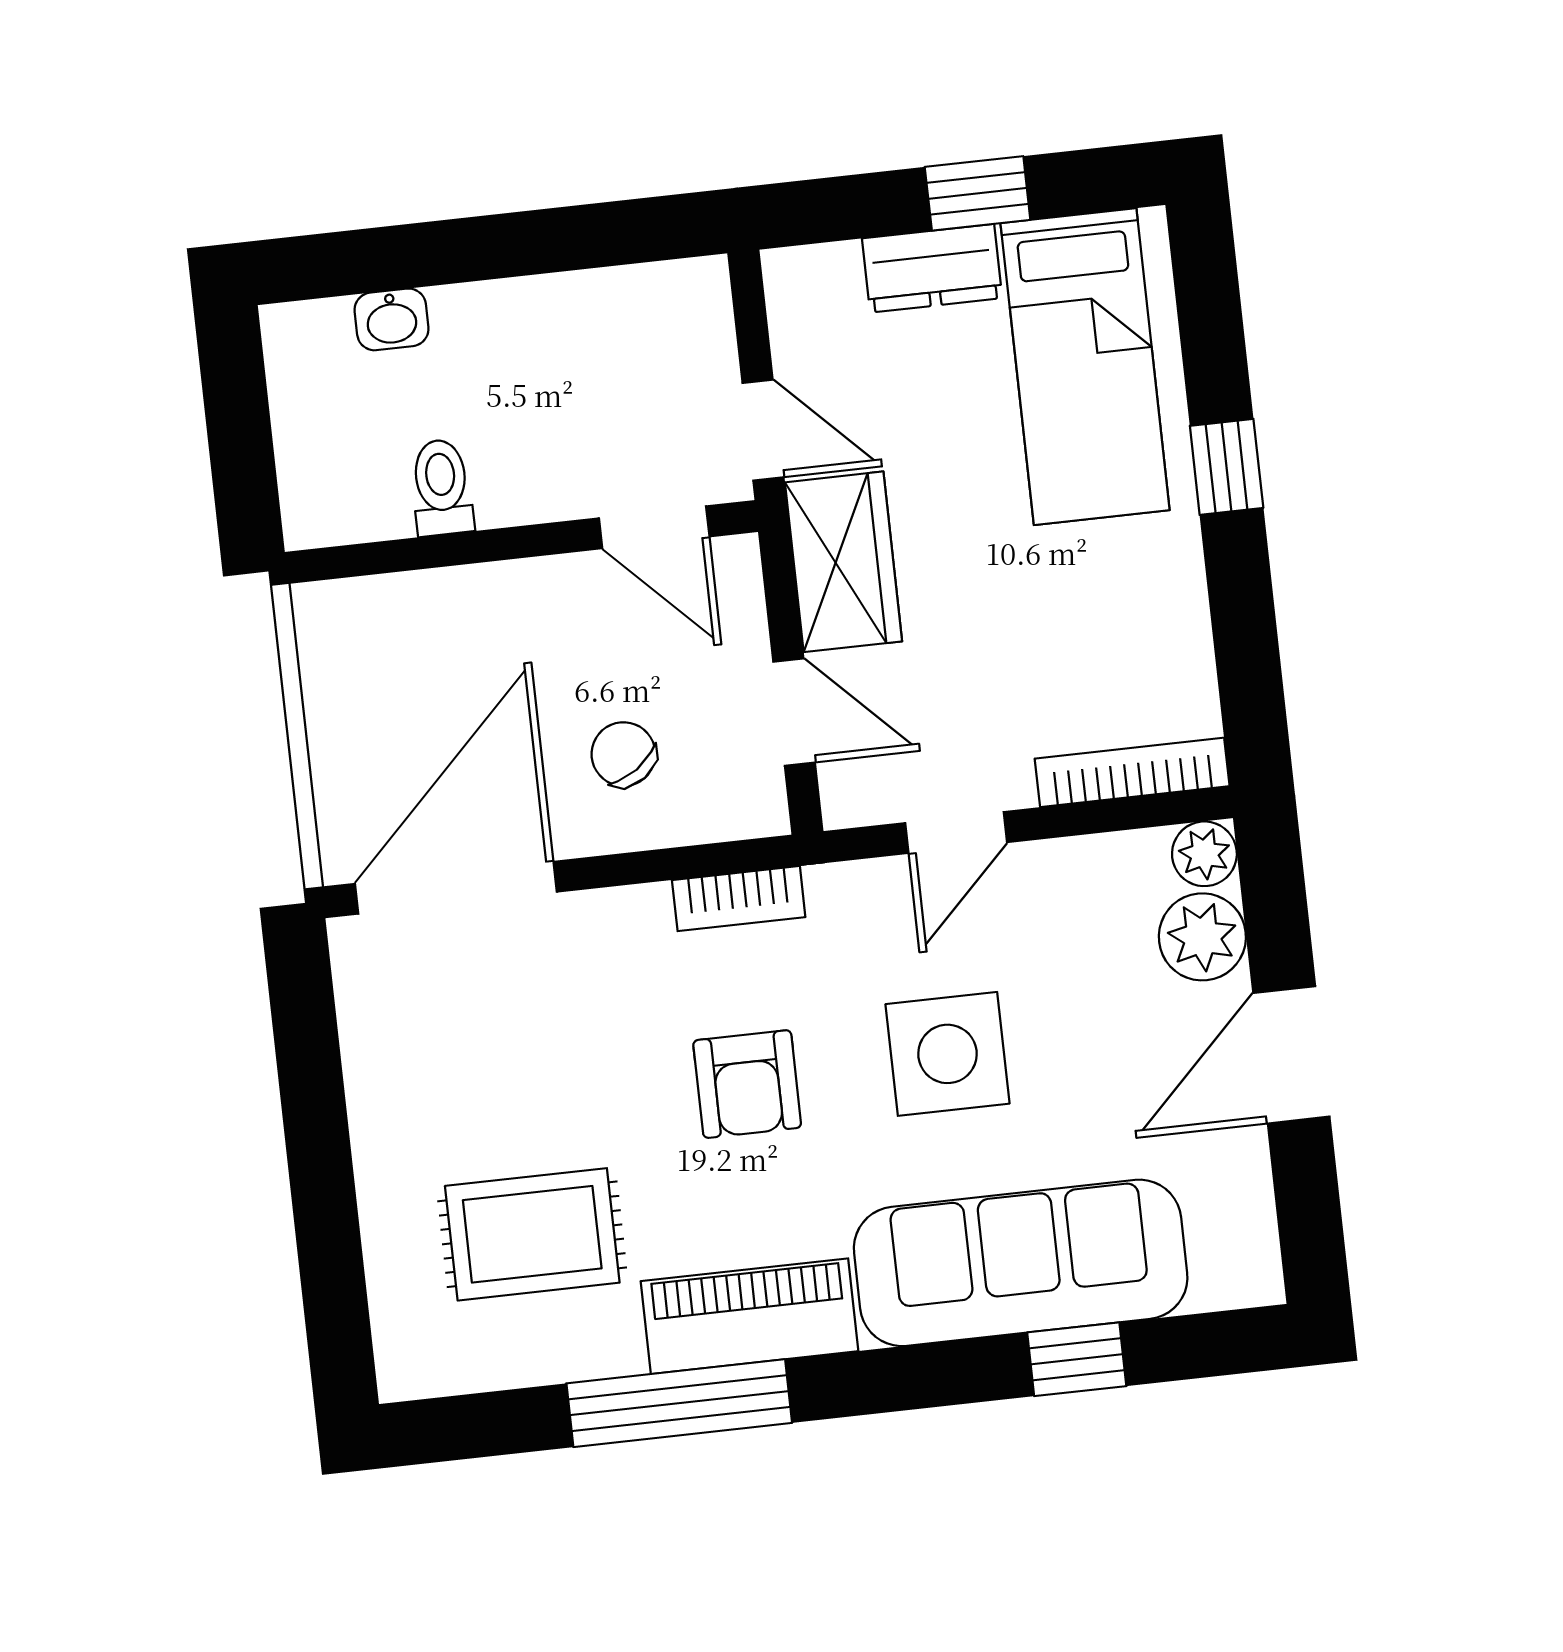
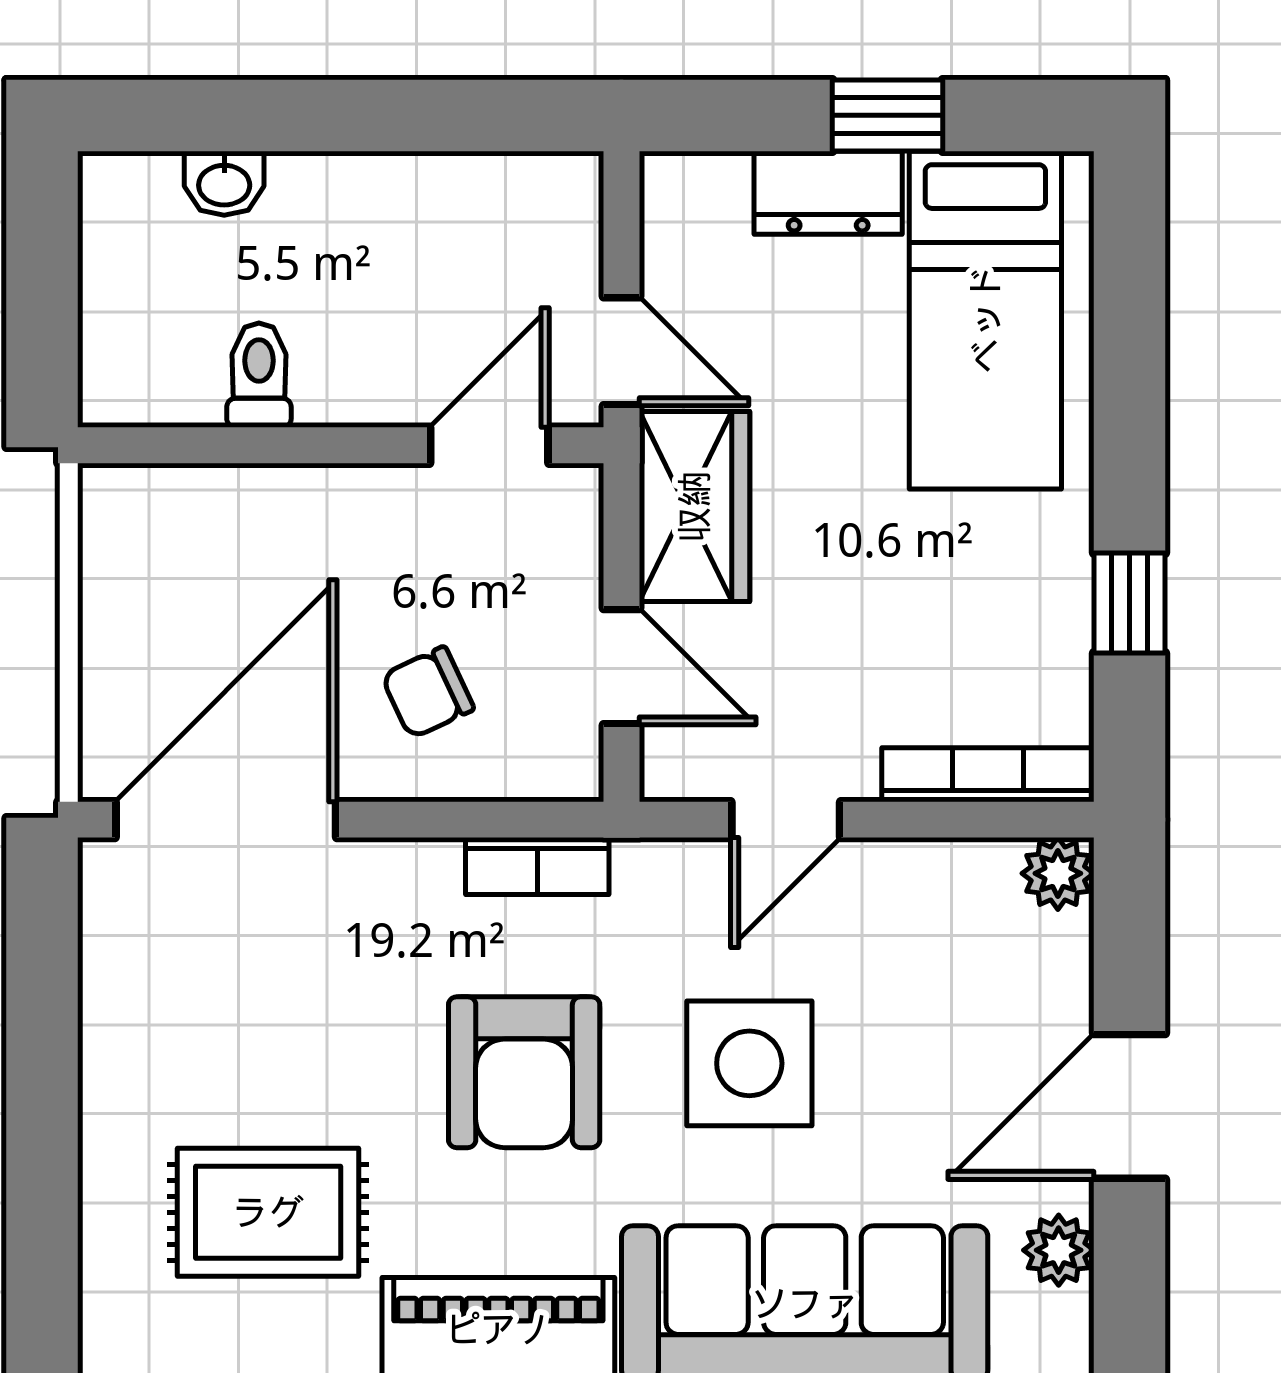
window: (1227, 467) -> (1130, 603), moved
door: (654, 527) -> (489, 445), swing flipped
chair: (624, 754) -> (428, 692), turned -80
plant: (1202, 937) -> (1059, 1250), moved, width x0.73, depth x0.73
armchair: (747, 1084) -> (524, 1072), width x1.38, depth x1.38

